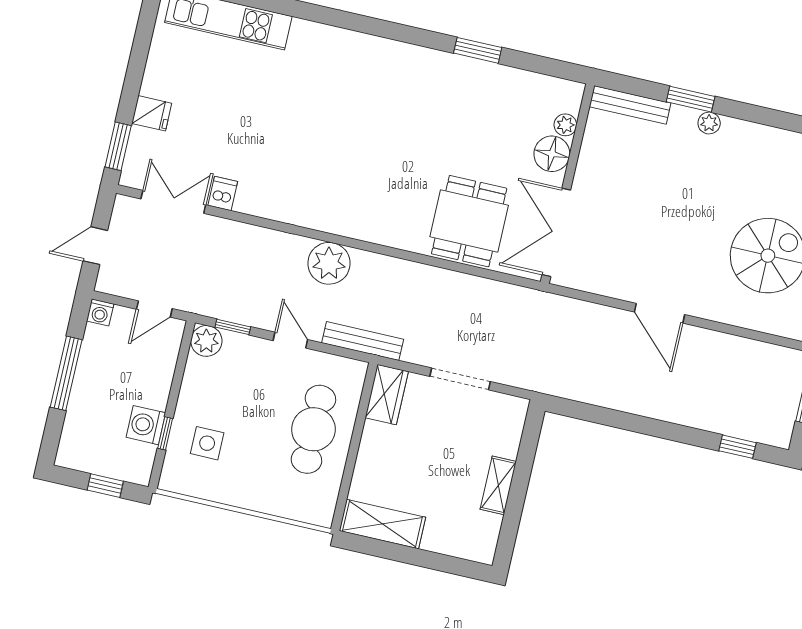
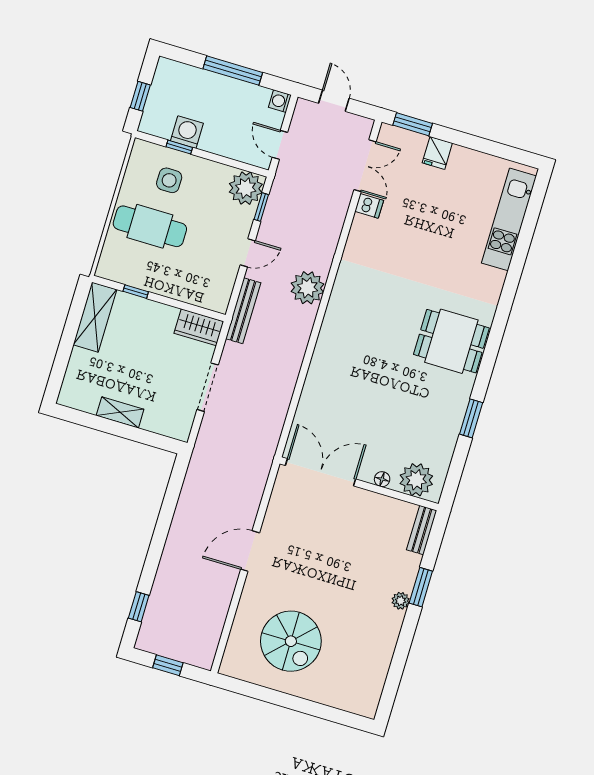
bench: (630, 105) -> (422, 530), width x0.73
plant: (565, 125) -> (416, 480), width x1.87, depth x1.87
floor lamp: (552, 154) -> (382, 479), width x0.53, depth x0.53
dining table: (469, 221) -> (451, 341), moved
plant: (206, 341) -> (246, 188), width x1.36, depth x1.36
cafe table: (313, 429) -> (150, 226), moved
window: (348, 476) -> (136, 292), added

